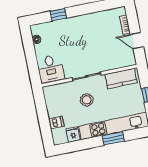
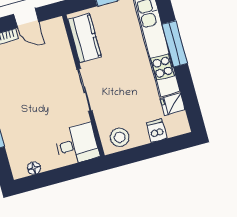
door: (137, 41) -> (26, 18), hinge flipped
stool: (87, 100) -> (120, 137), moved
window: (113, 138) -> (175, 44), width x1.44

